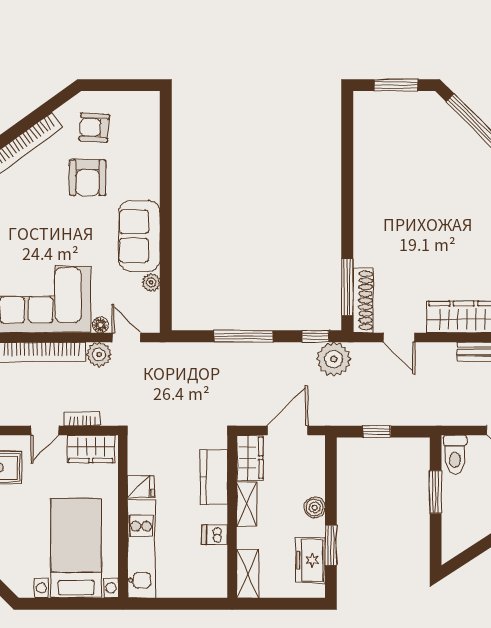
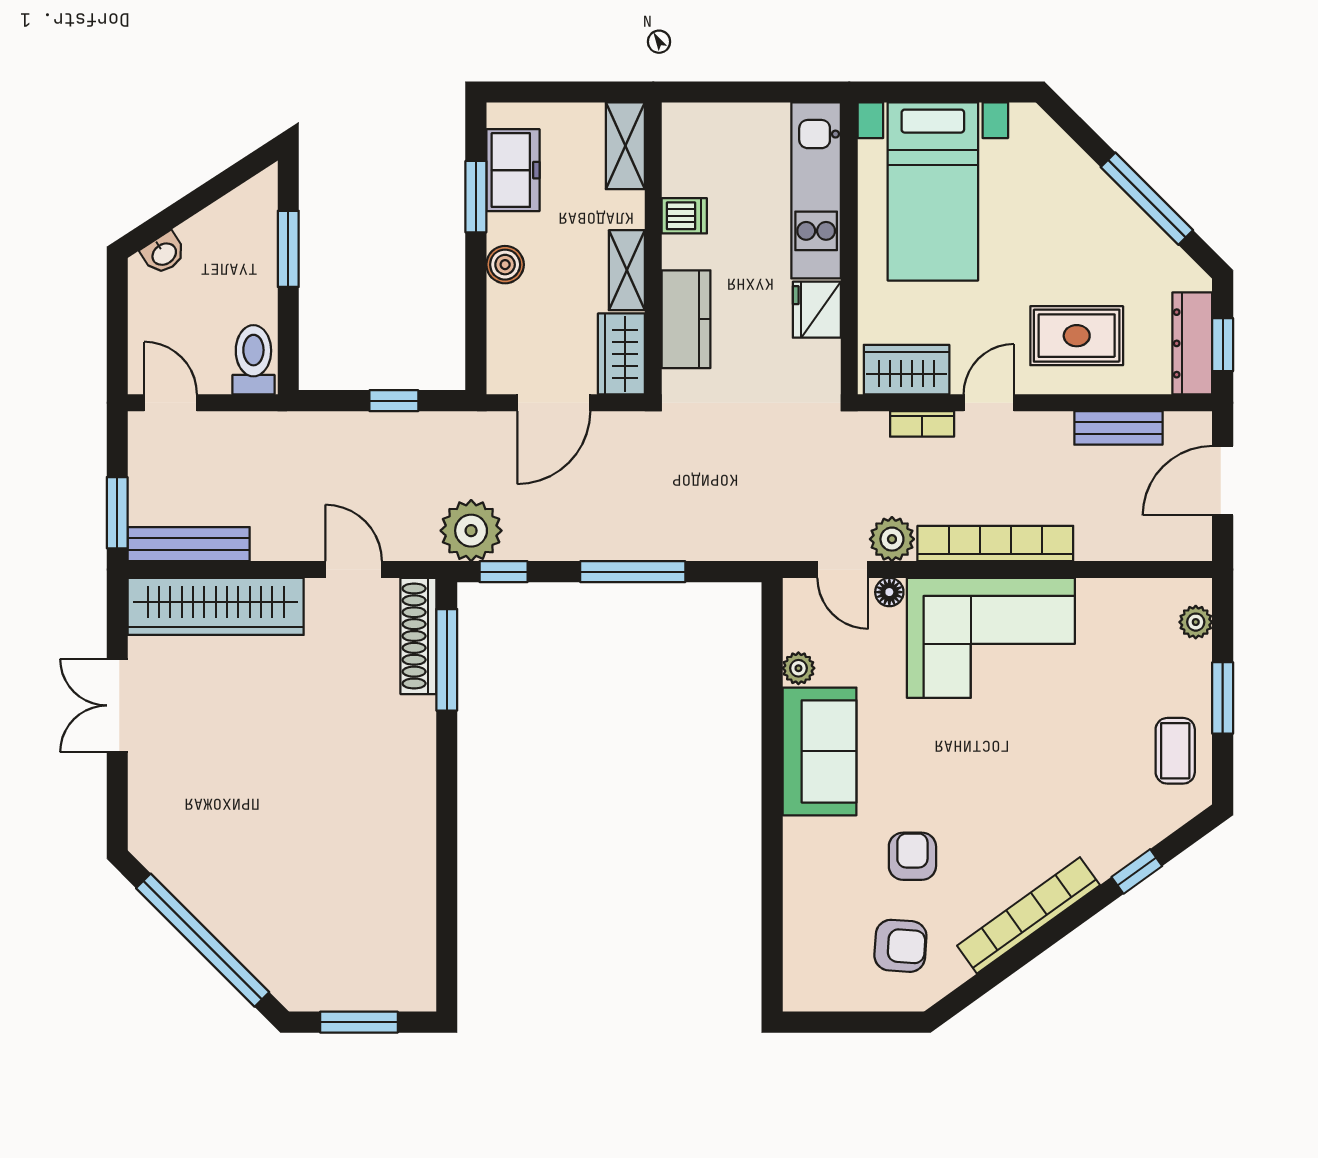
armchair: (88, 178) -> (912, 856), width x0.72, depth x0.72
fridge: (141, 487) -> (817, 310), width x1.38
window: (436, 492) -> (288, 249), moved

